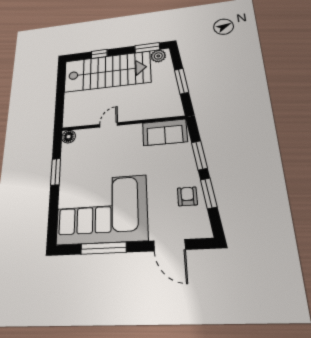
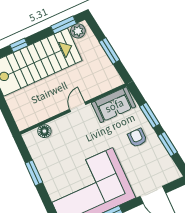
door: (109, 125) -> (78, 107), moved
floor lamp: (69, 137) -> (44, 131), moved
armchair: (187, 196) -> (137, 138), moved

